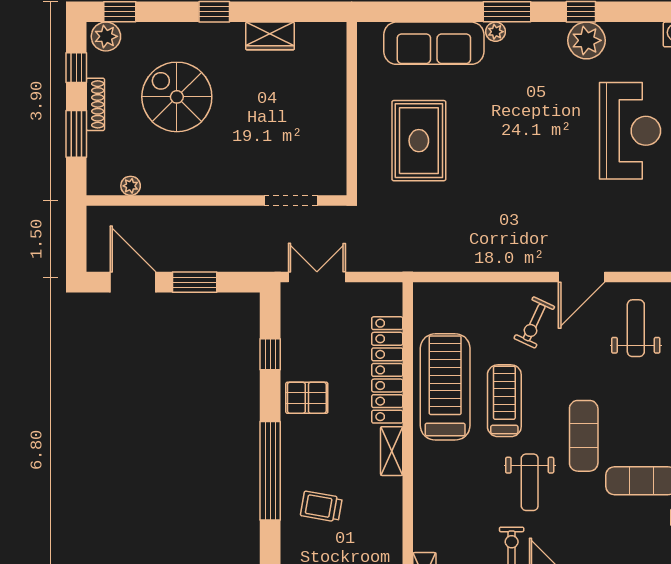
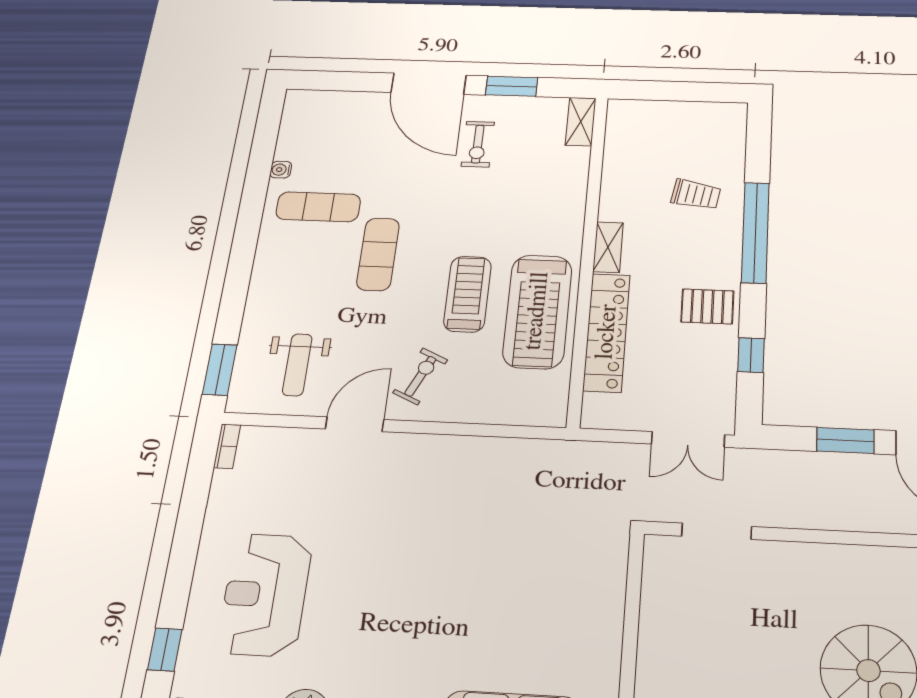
rug: (419, 141) -> (543, 597), removed
treadmill: (504, 401) -> (468, 294), turned 180
weight bench: (530, 482) -> (448, 210), removed

